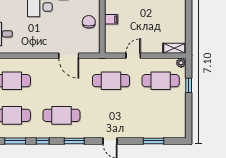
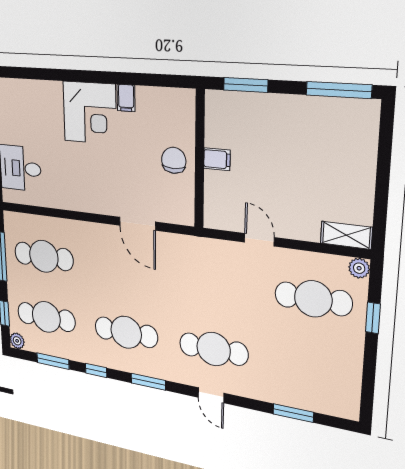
door: (133, 56) -> (259, 240), hinge flipped
cafe table: (111, 81) -> (214, 349), moved

